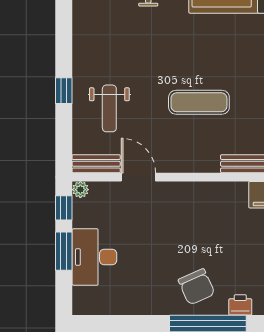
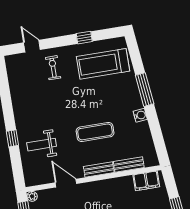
weight bench: (109, 108) -> (42, 145), turned 90
bench: (96, 164) -> (99, 169), moved

